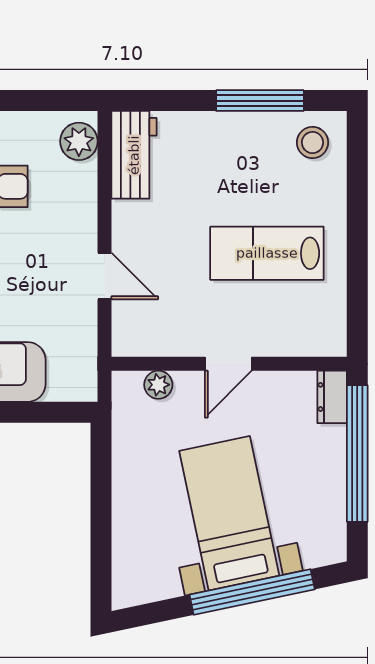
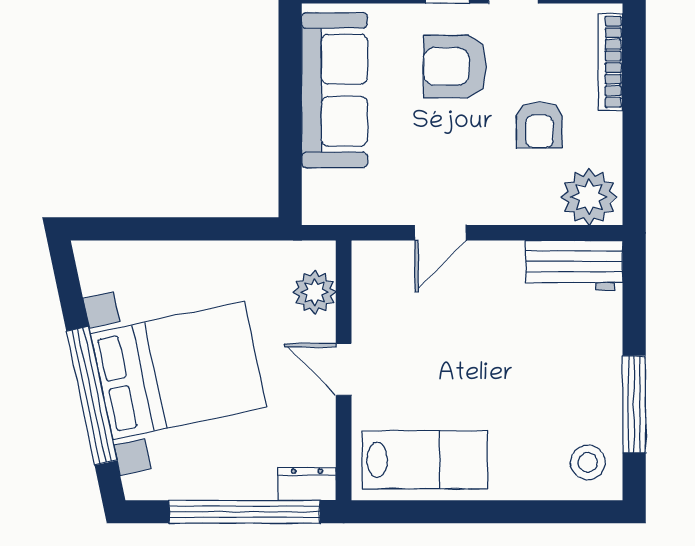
plant: (79, 141) -> (589, 197), width x1.36, depth x1.36
lab bench: (267, 253) -> (425, 460), moved, turned 90
plant: (158, 385) -> (315, 292), width x1.38, depth x1.38
bed with nightstands: (229, 513) -> (179, 370), width x1.36

